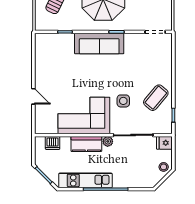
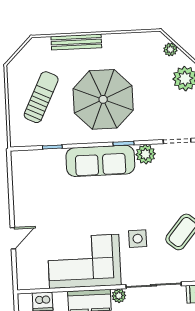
plant: (132, 40) -> (146, 154), added
door: (33, 96) -> (13, 238), hinge flipped

